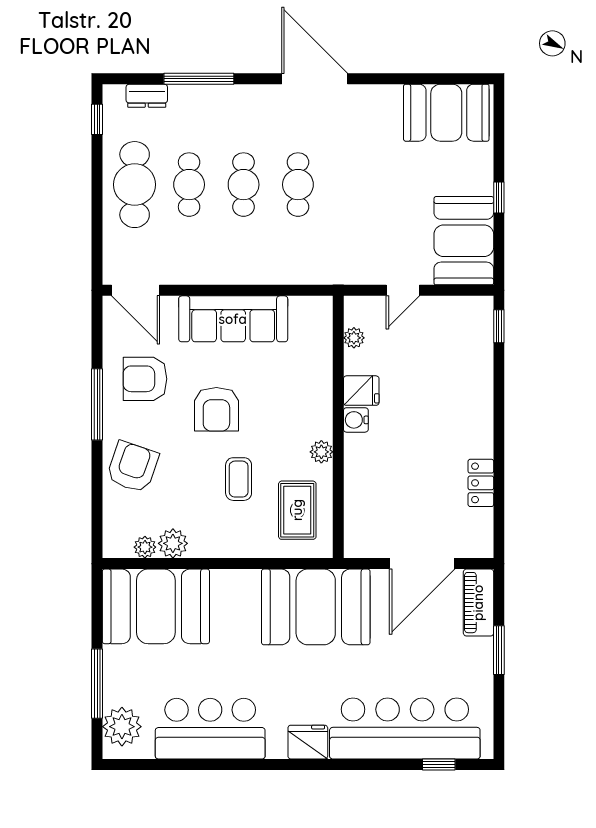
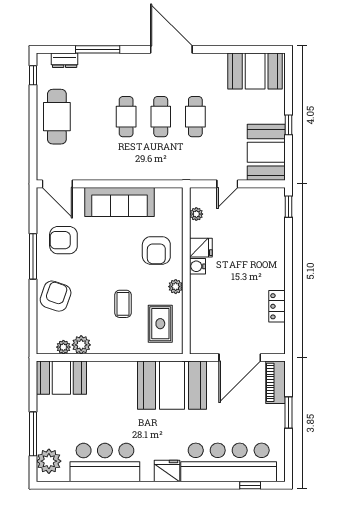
cafe table: (189, 185) -> (195, 117), moved
armchair: (216, 409) -> (156, 250), moved
booth: (156, 606) -> (61, 378), width x0.73, depth x0.70

